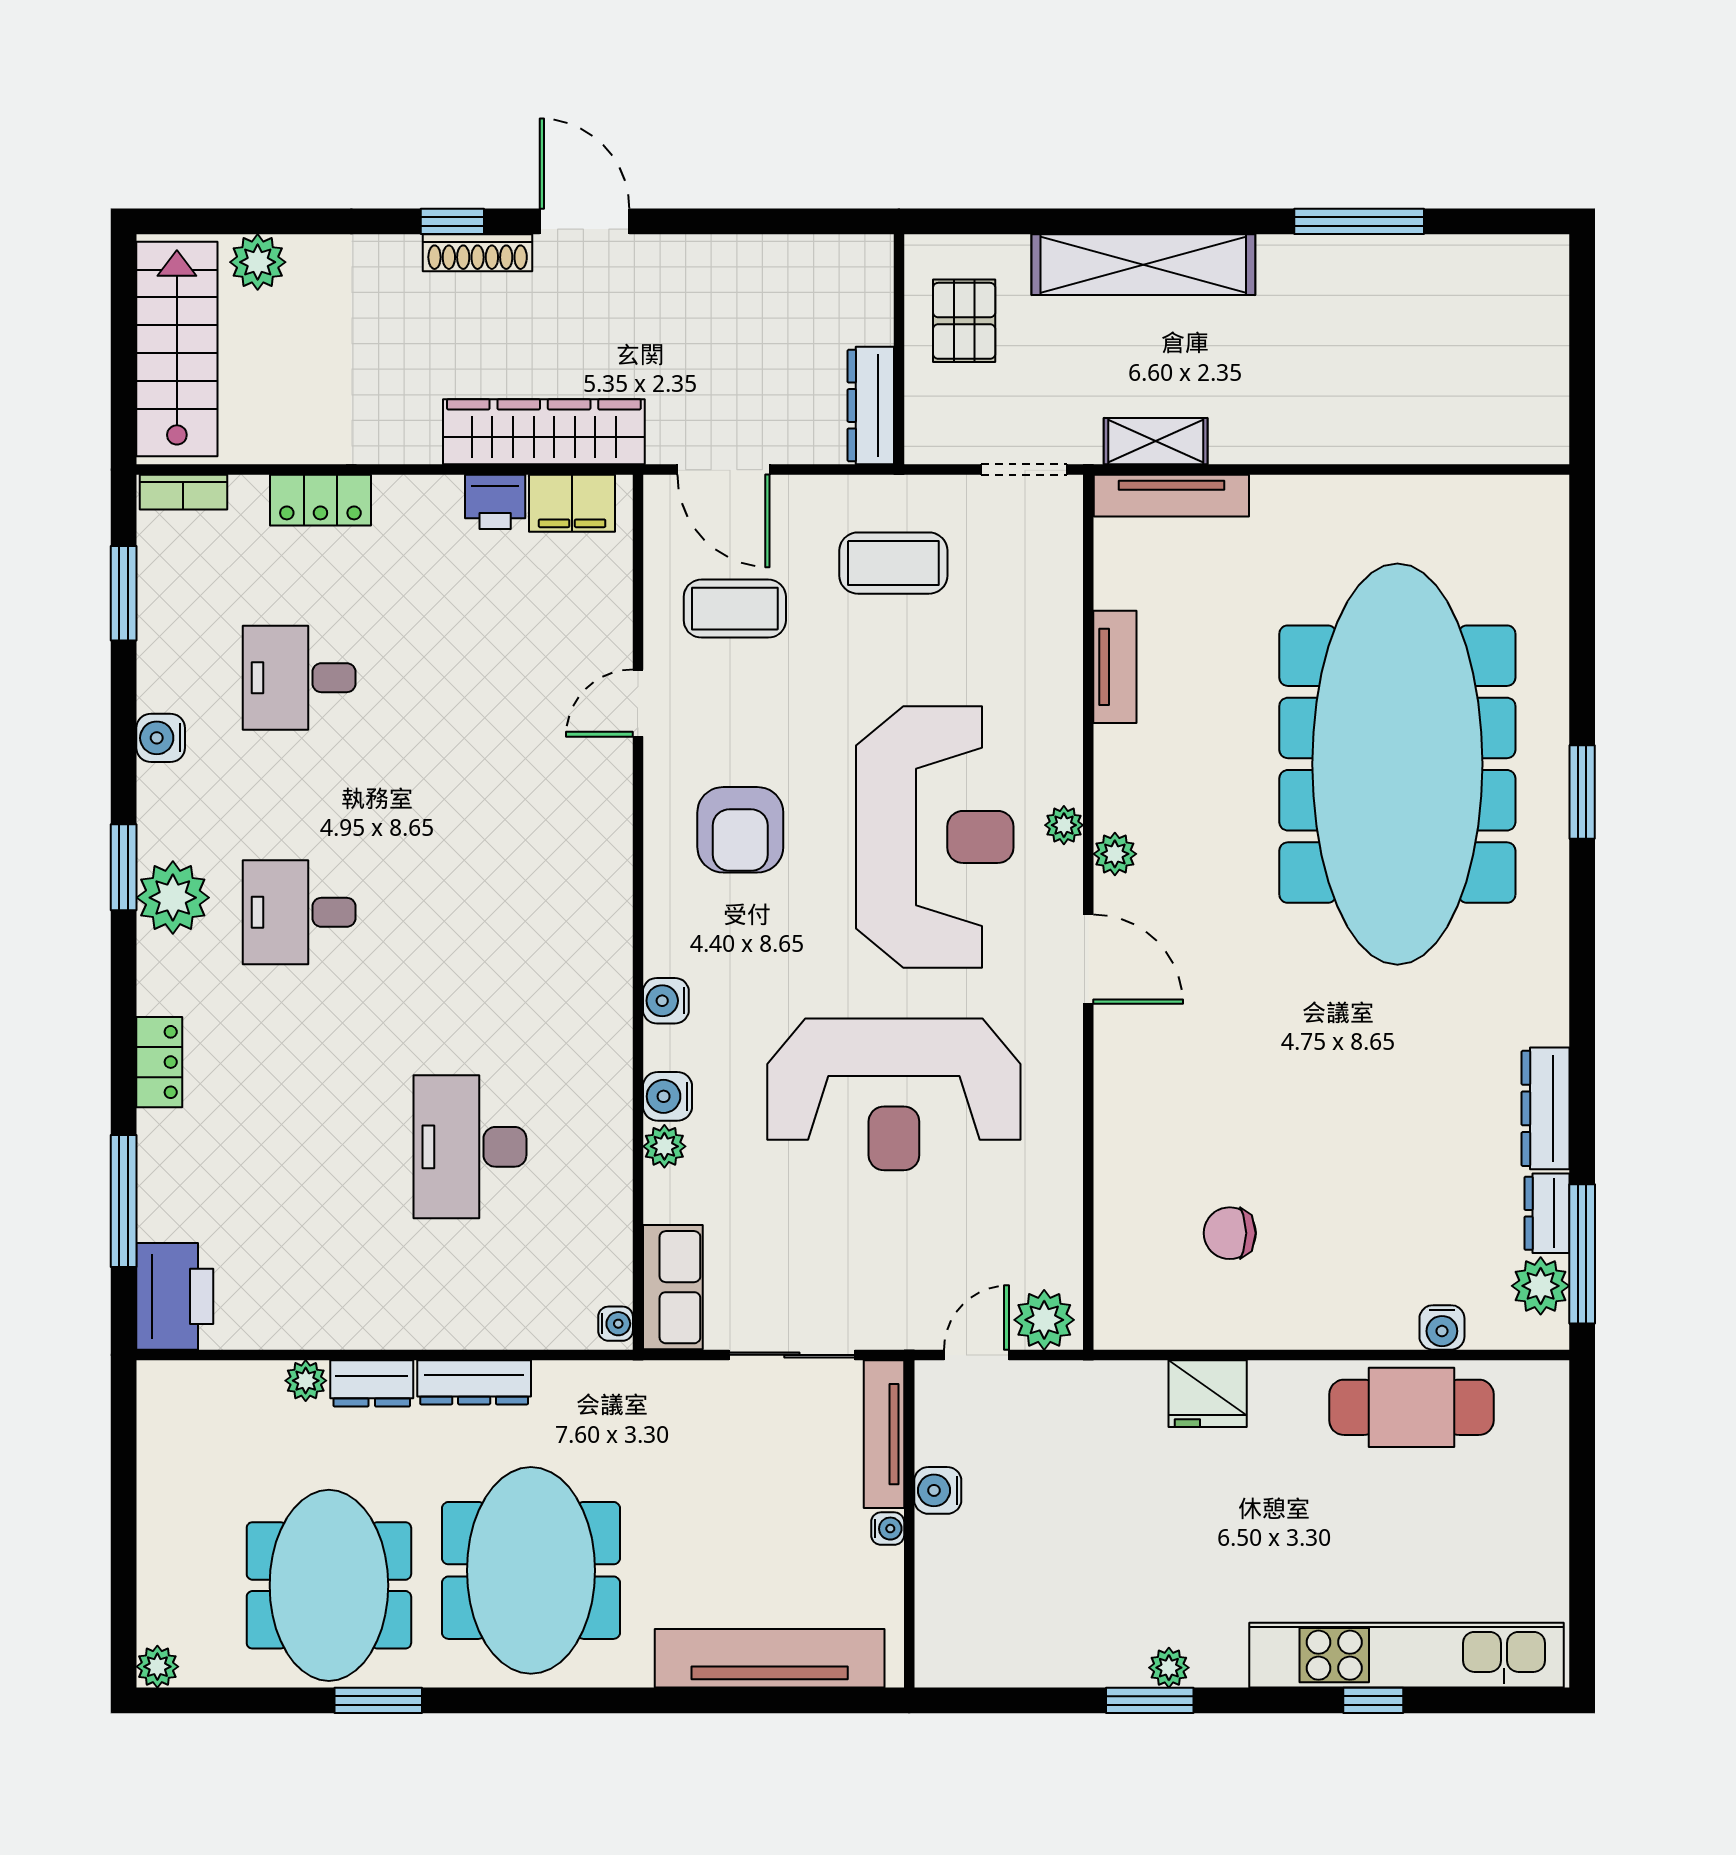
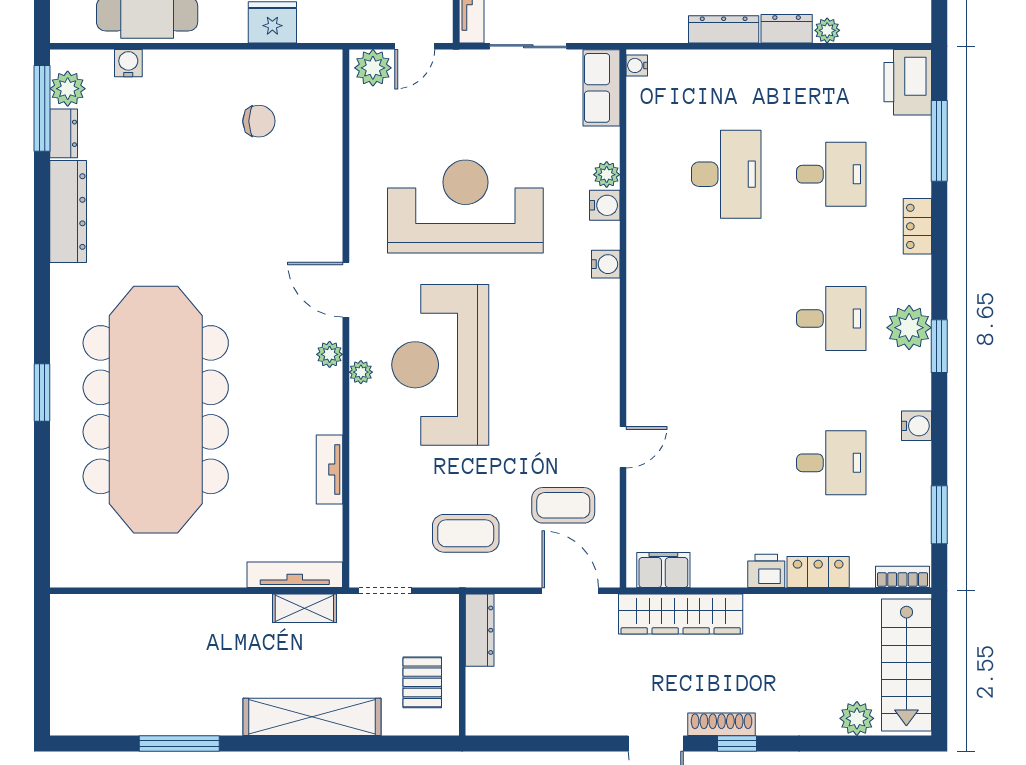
printer: (495, 502) -> (766, 571), moved
armchair: (740, 830) -> (560, 369), removed
dresser: (1545, 1108) -> (68, 212), width x1.37, depth x1.24
desk: (299, 1147) -> (831, 174), added

